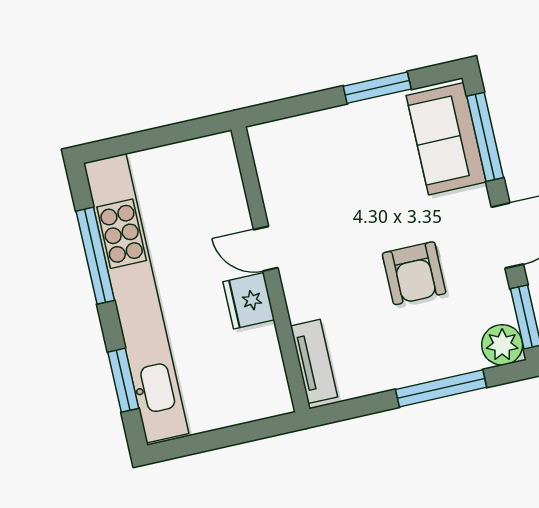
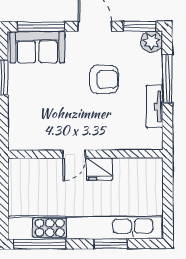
window: (95, 256) -> (40, 244), moved
tv unit: (314, 361) -> (155, 106), moved, turned -90
window: (123, 380) -> (111, 244), moved

